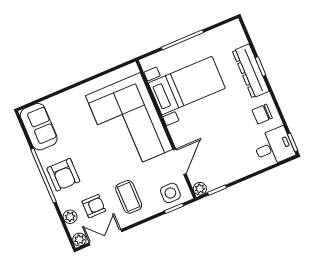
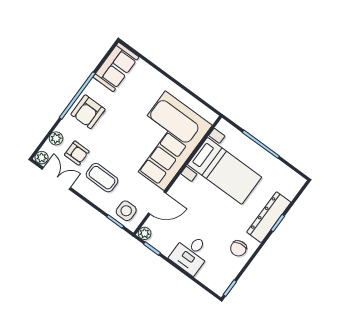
chair: (262, 114) -> (238, 248), turned -100
desk: (274, 147) -> (191, 254), moved, turned 90
coffee table: (129, 197) -> (102, 178), turned 90

